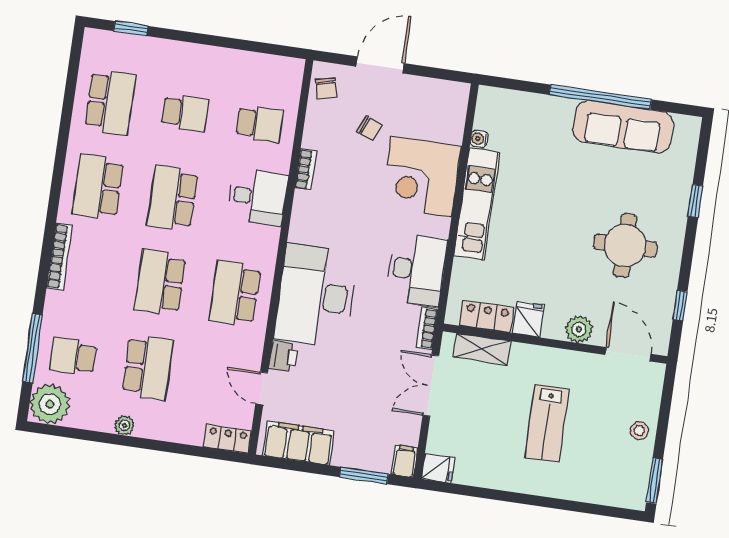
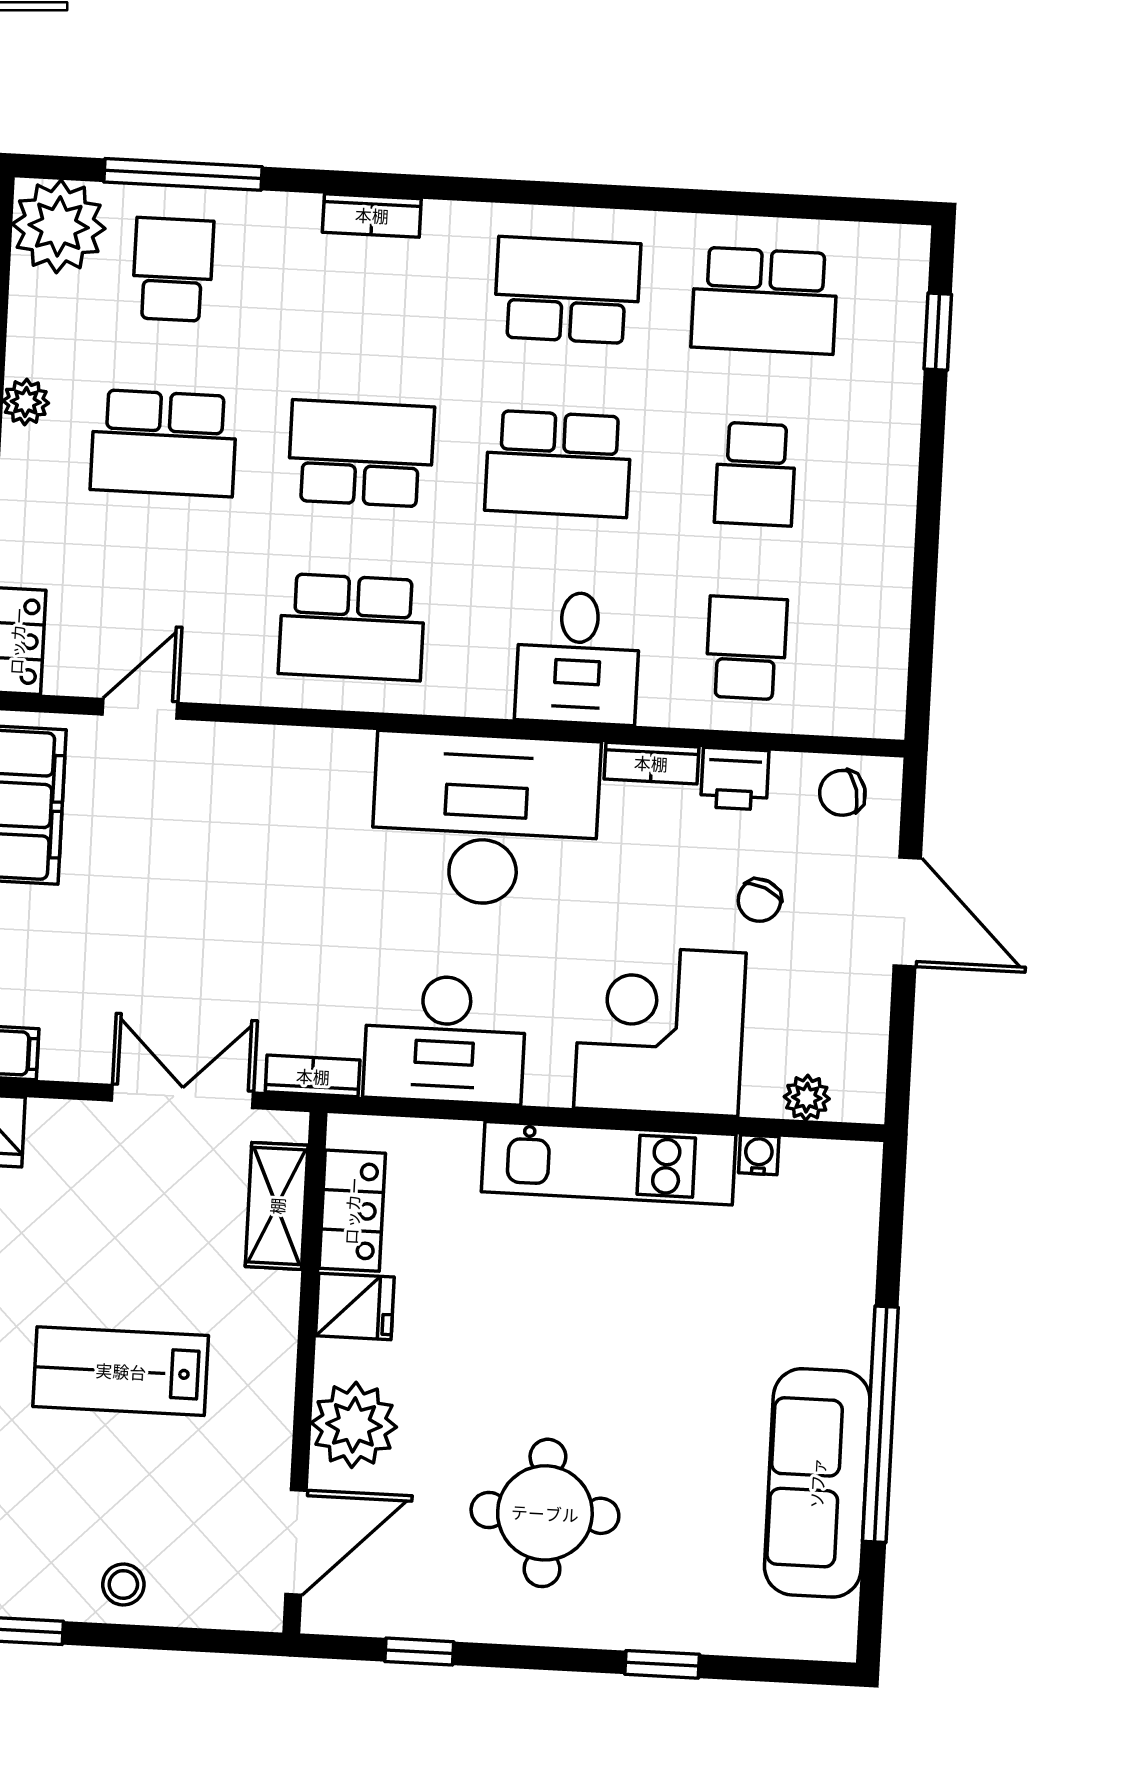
plant: (456, 116) -> (807, 1098), added
school desk: (260, 124) -> (746, 648), turned 180
school desk: (173, 198) -> (558, 464), turned 180
bookcase: (59, 257) -> (372, 215), width x0.64
school desk: (235, 293) -> (352, 627), turned 180
desk: (316, 296) -> (485, 820), moved
plant: (579, 329) -> (354, 1425), width x1.36, depth x1.36
printer: (283, 357) -> (735, 779), moved

